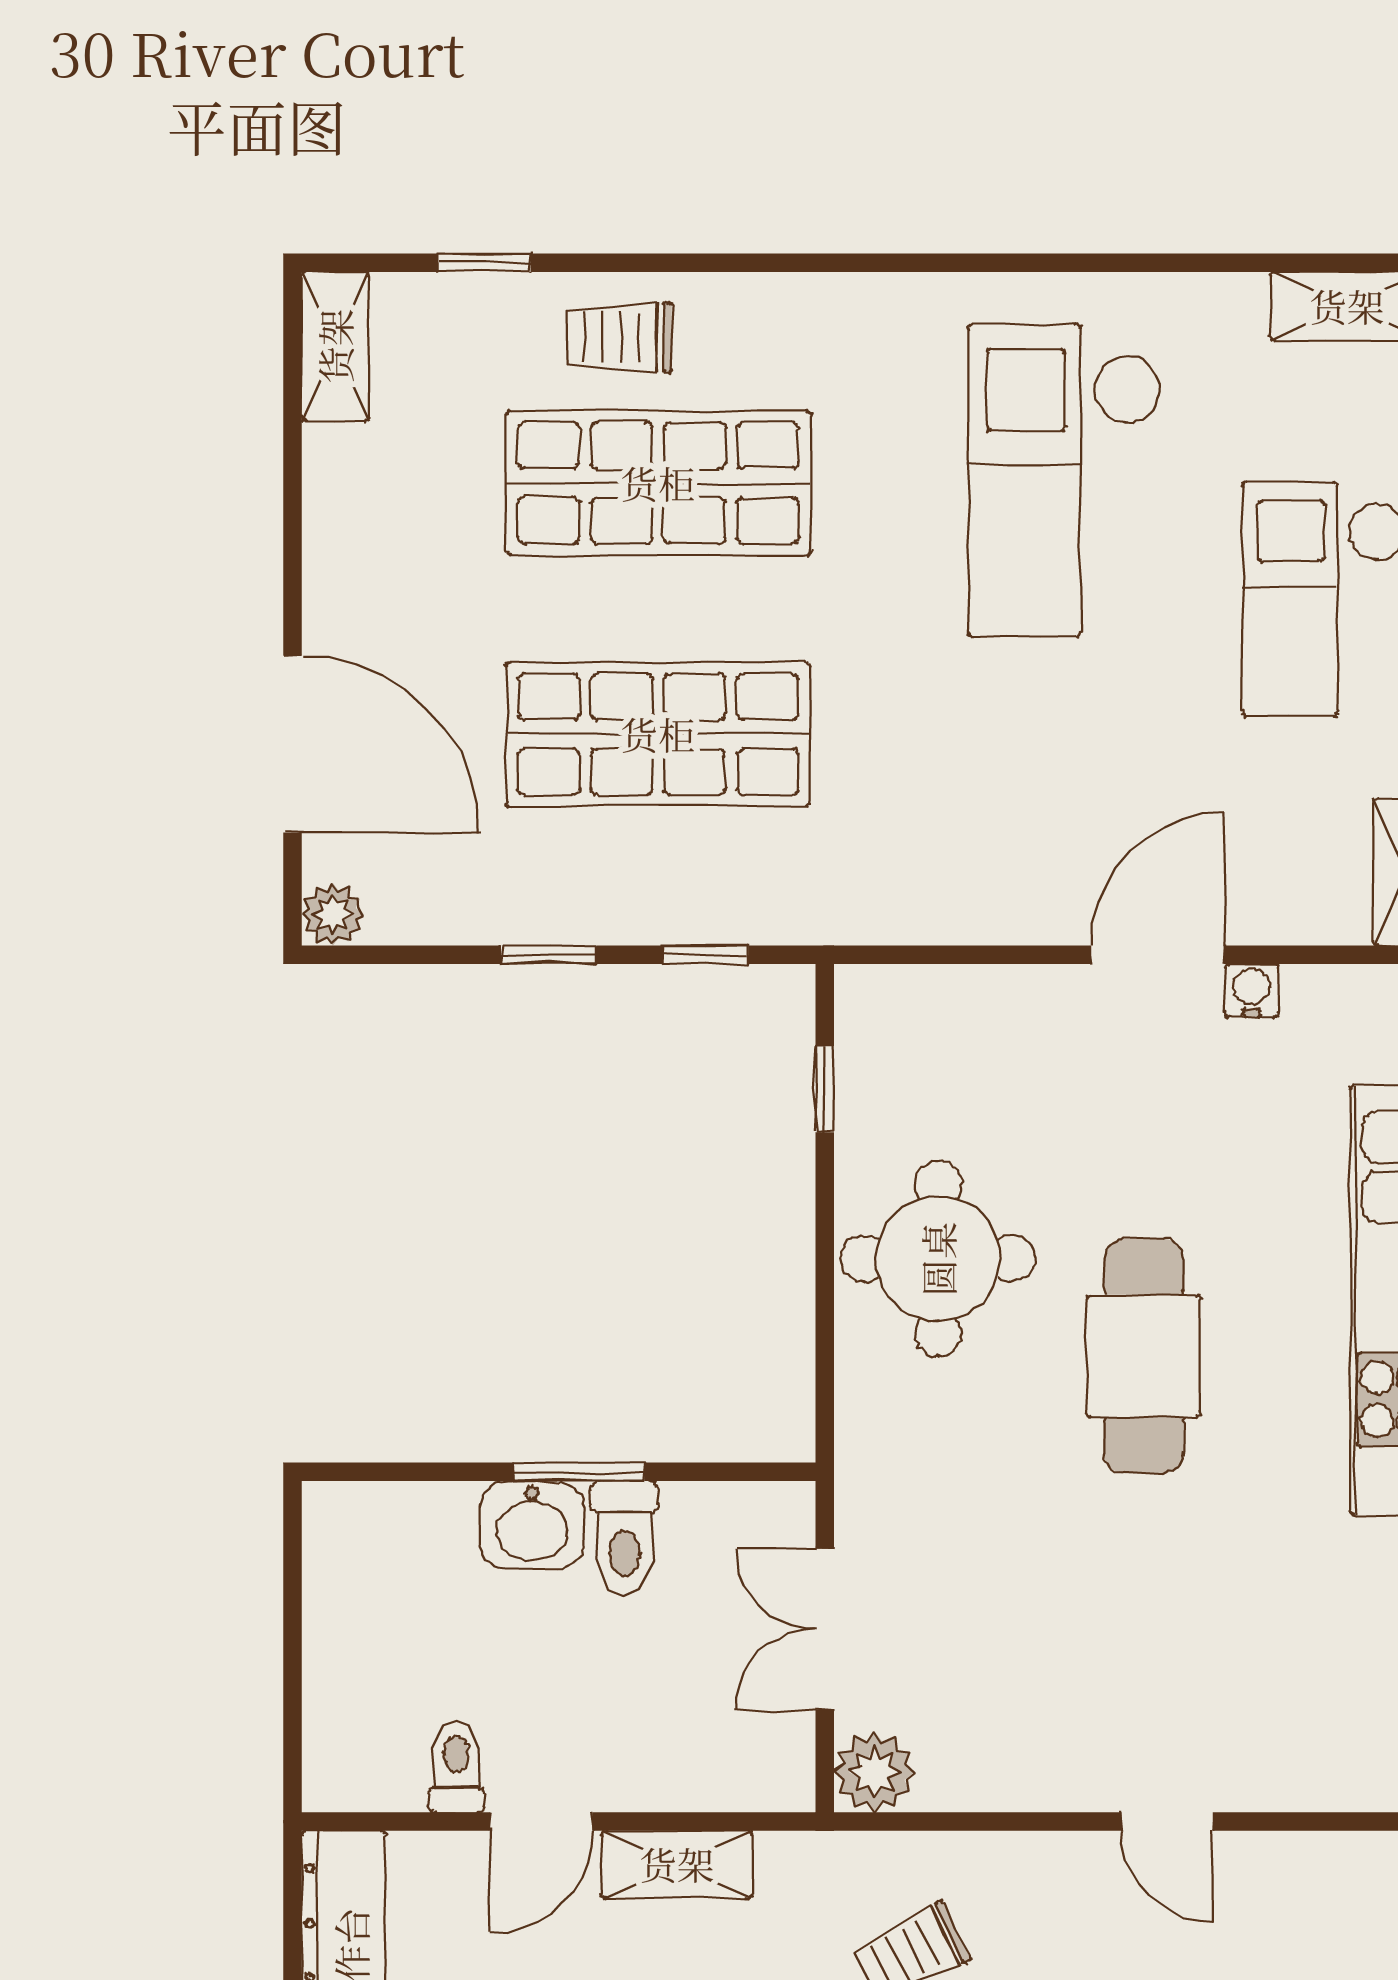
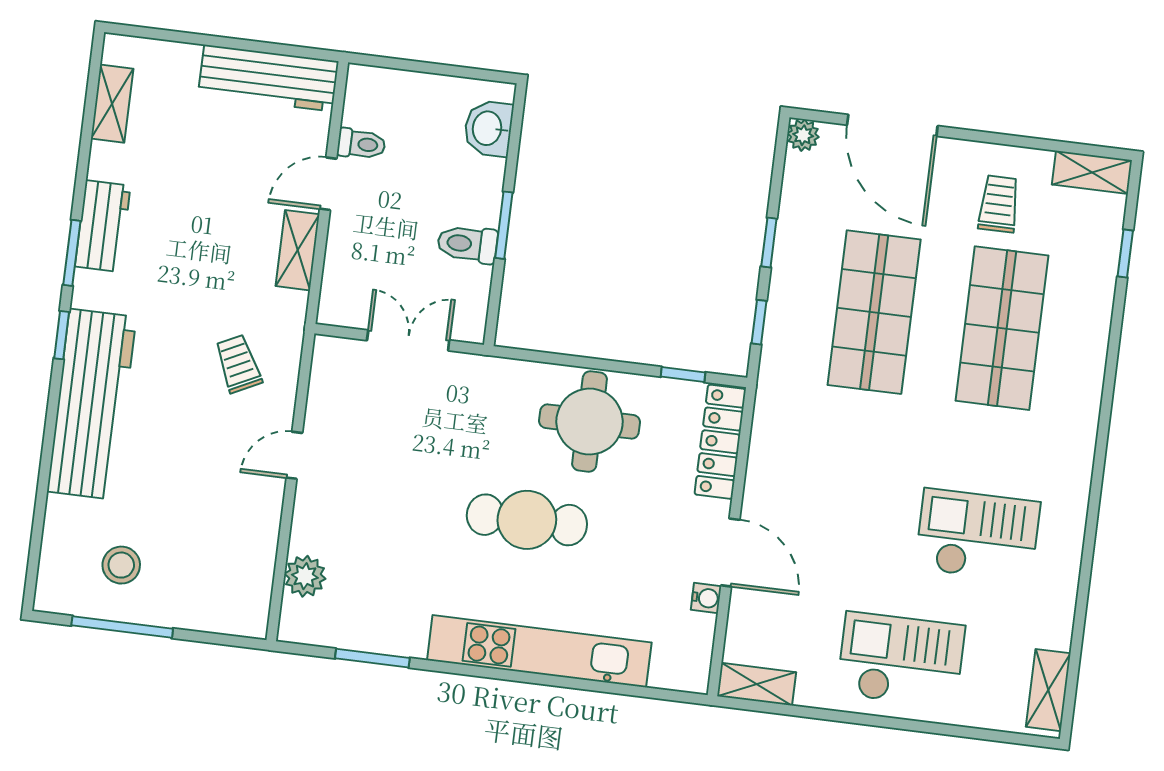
trolley: (619, 337) -> (999, 204), moved
checkout: (1065, 480) -> (978, 535), width x0.73, depth x0.83
door: (292, 744) -> (892, 125), hinge flipped
locker: (946, 1001) -> (720, 442), added
washbasin: (532, 1525) -> (488, 128), moved
plant: (874, 1772) -> (305, 576), moved
door: (541, 1822) -> (328, 184), hinge flipped
door: (1167, 1822) -> (294, 455), moved

